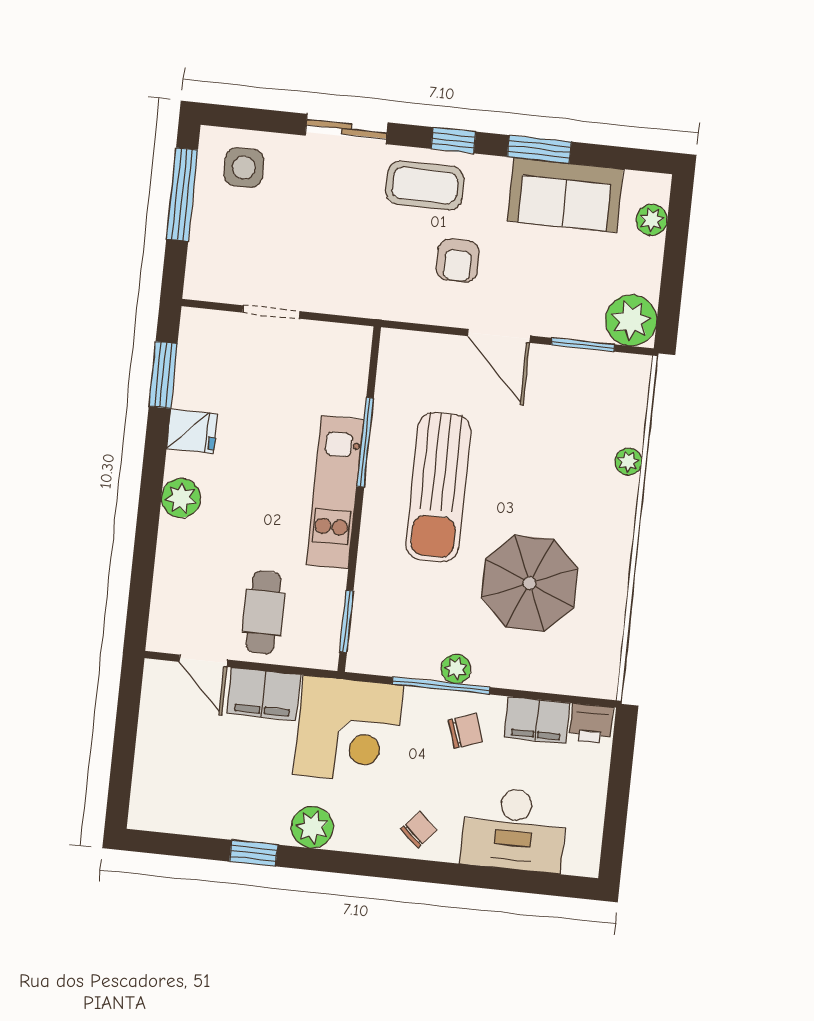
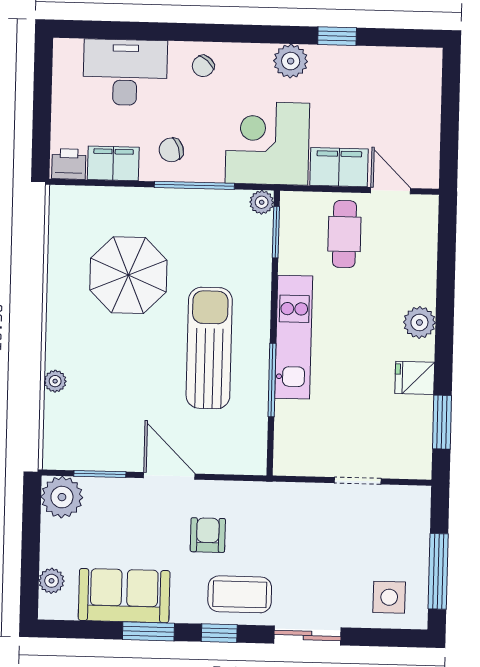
plant: (456, 669) -> (262, 202), moved

